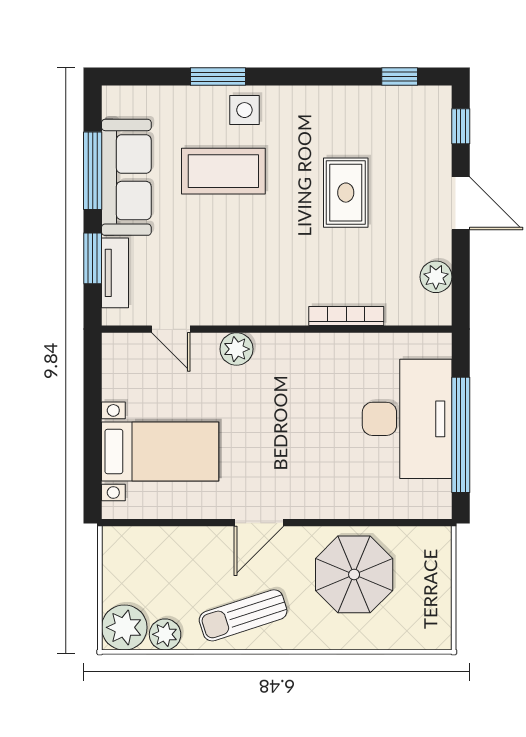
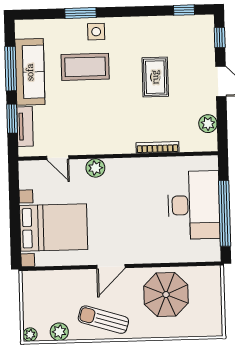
bed with nightstands: (160, 451) -> (54, 228), width x1.36
sun lounger: (243, 615) -> (103, 320), turned 35
plant: (124, 627) -> (30, 335), width x0.53, depth x0.53

